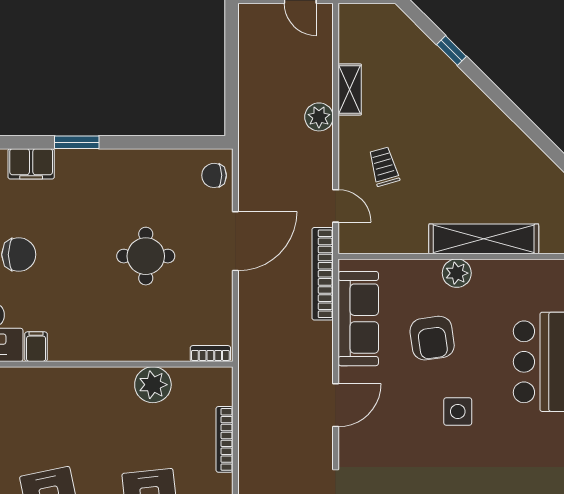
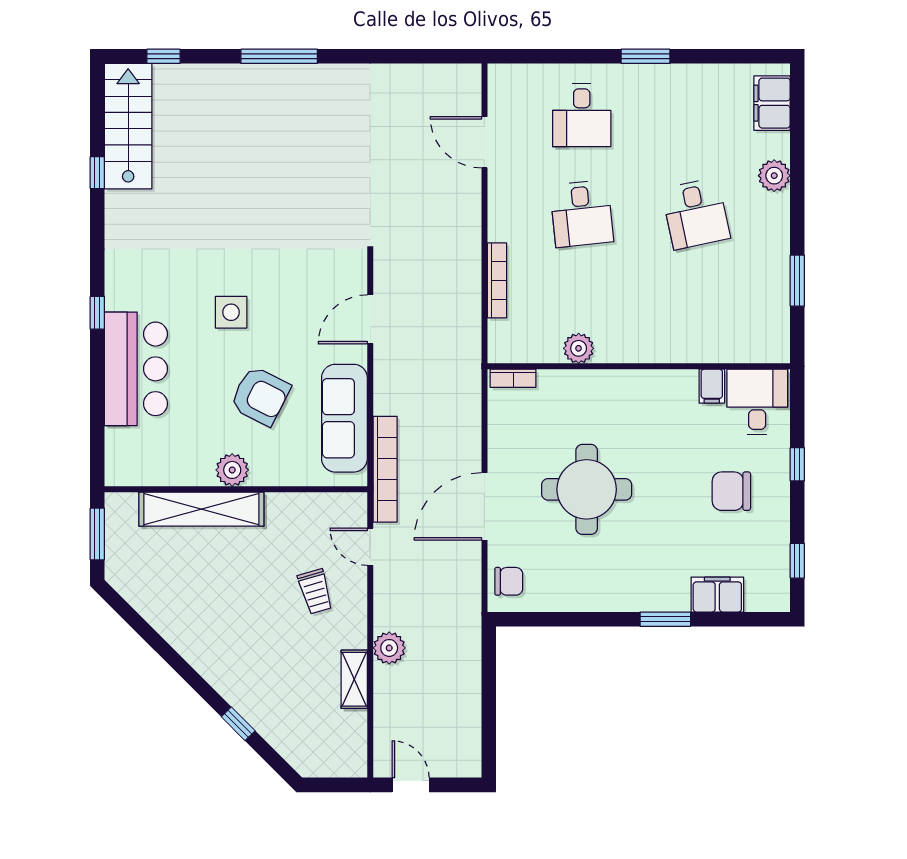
round table: (146, 256) -> (587, 489), width x1.36, depth x1.36
armchair: (432, 338) -> (260, 396), turned 125
plant: (153, 385) -> (579, 348), width x0.73, depth x0.73

